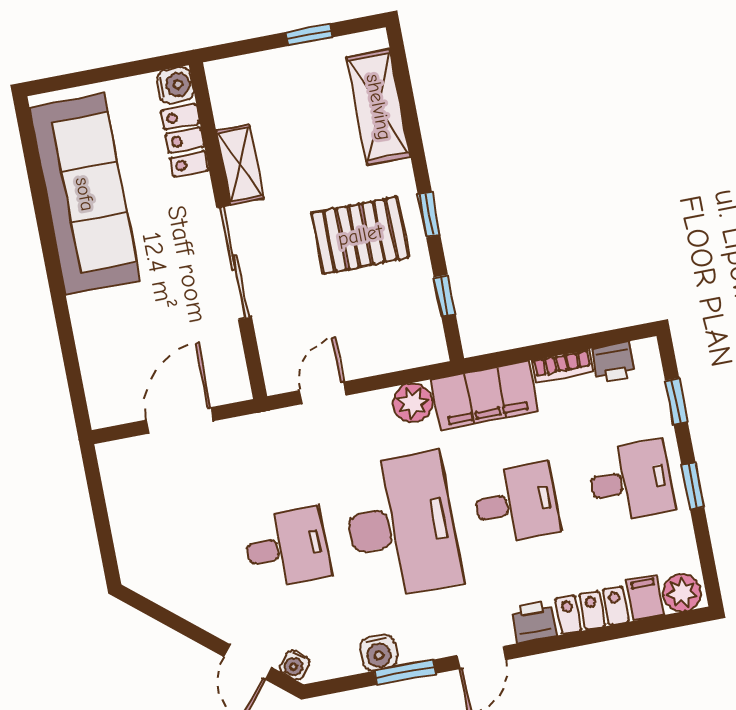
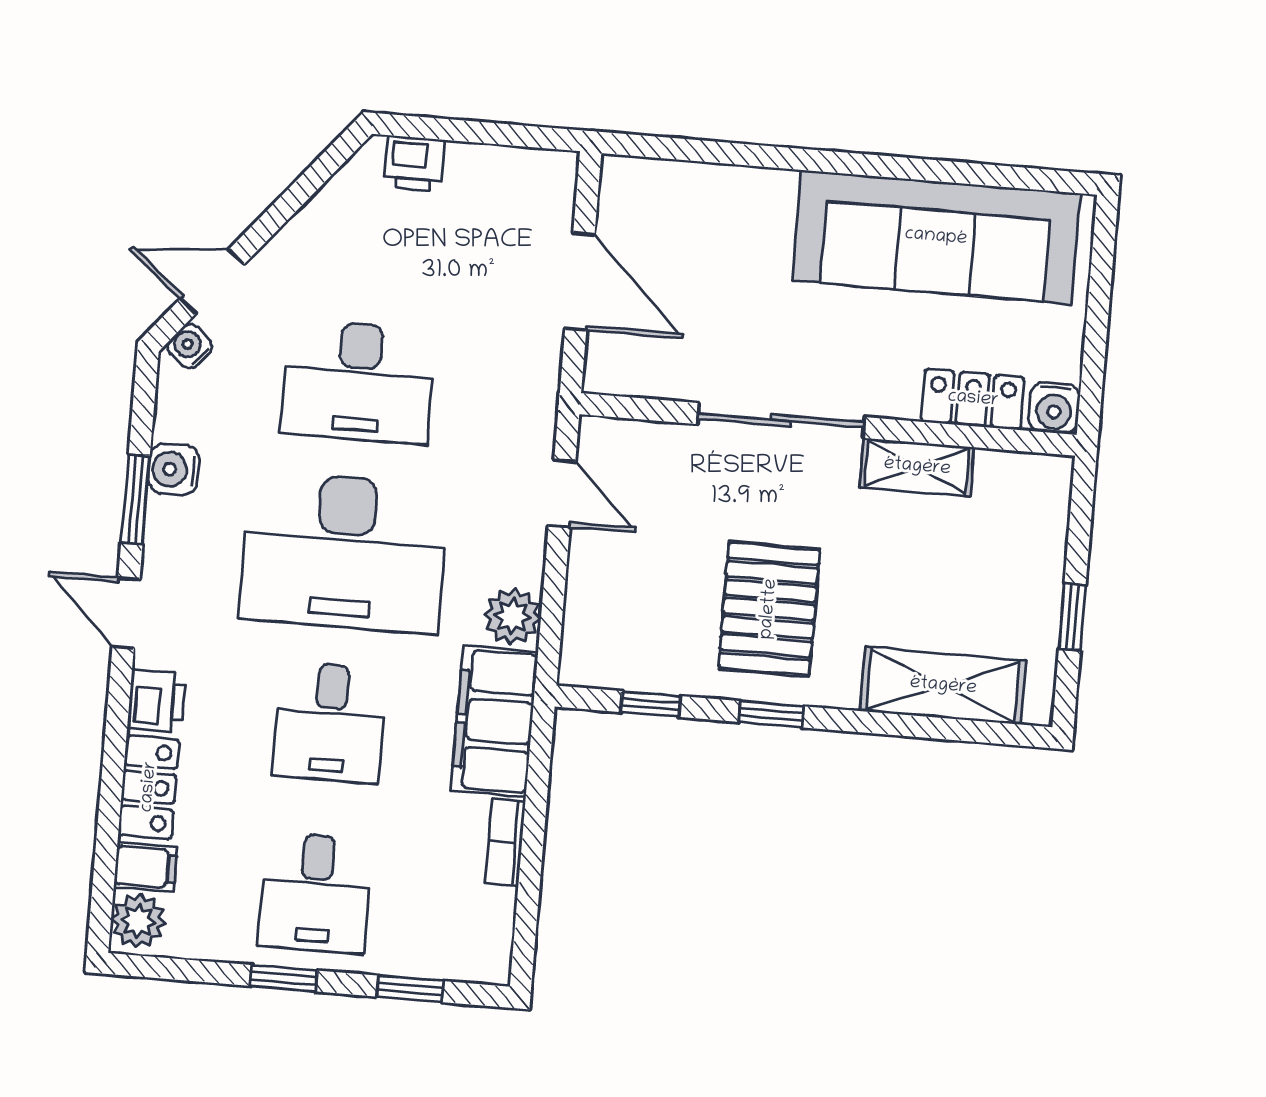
printer: (614, 362) -> (414, 163), moved, turned -90
desk: (287, 547) -> (358, 382), width x1.37

